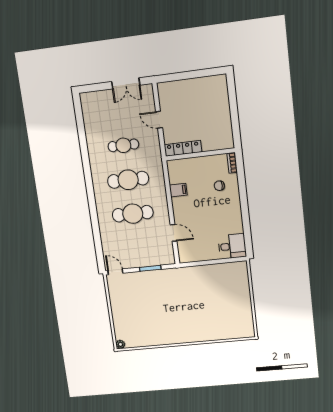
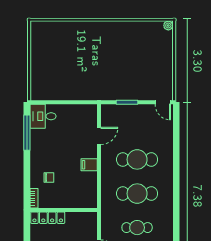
locker: (183, 148) -> (48, 218), moved
filing cabinet: (178, 190) -> (89, 165), moved
window: (247, 228) -> (27, 133), added
door: (174, 233) -> (99, 136), swing flipped

